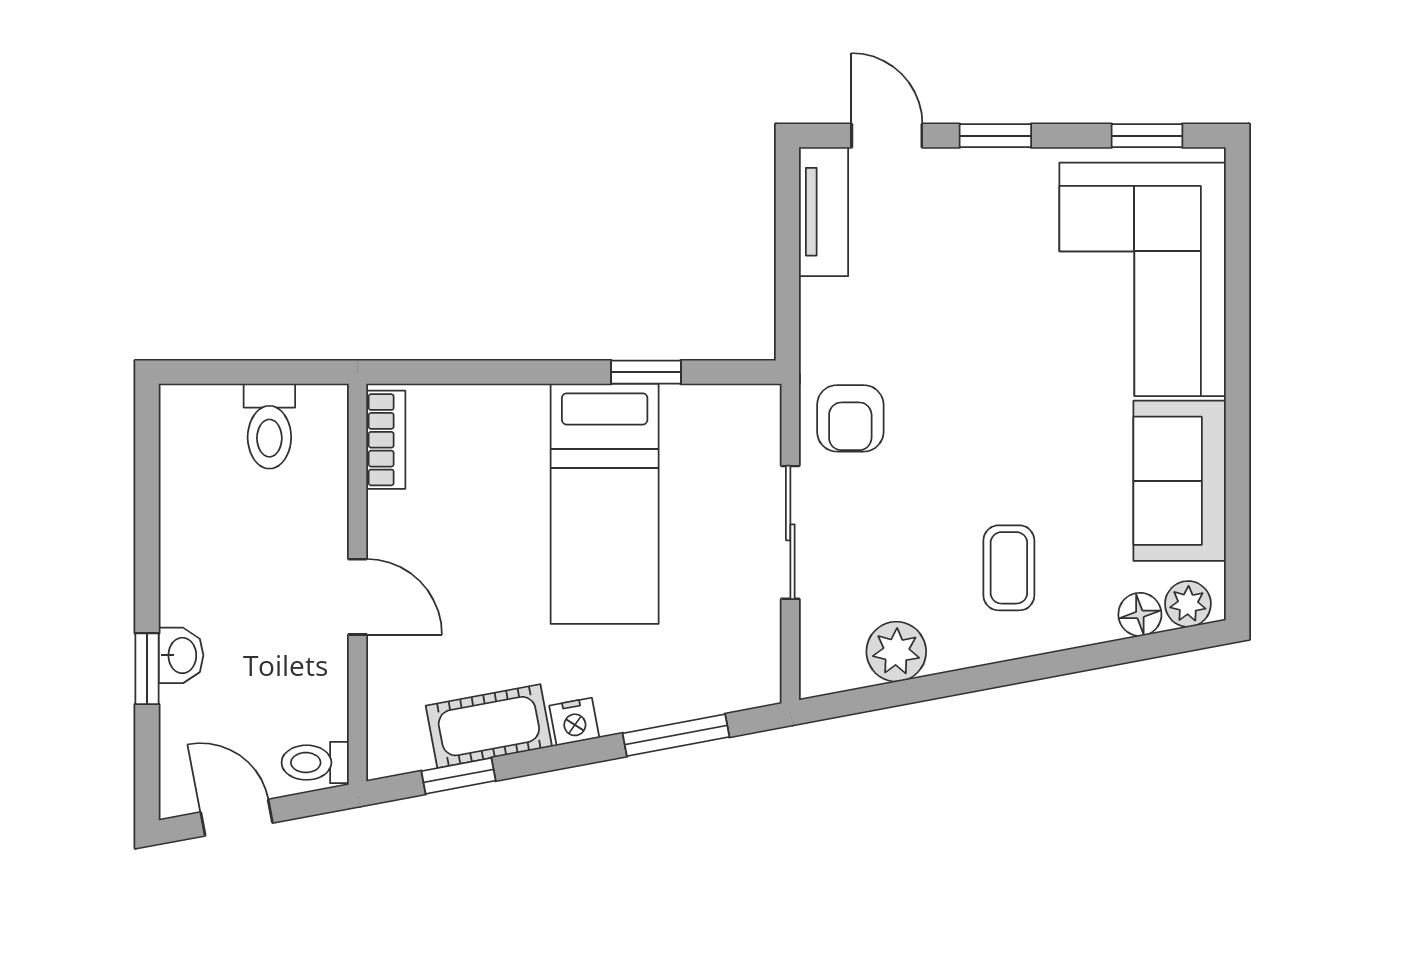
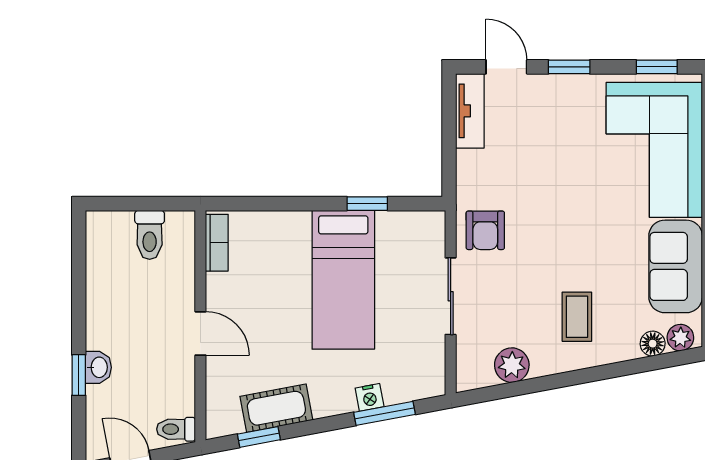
nightstand: (574, 722) -> (370, 397), moved

